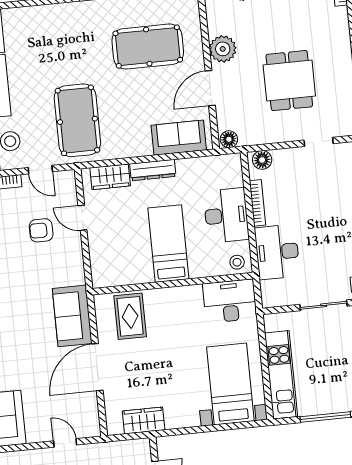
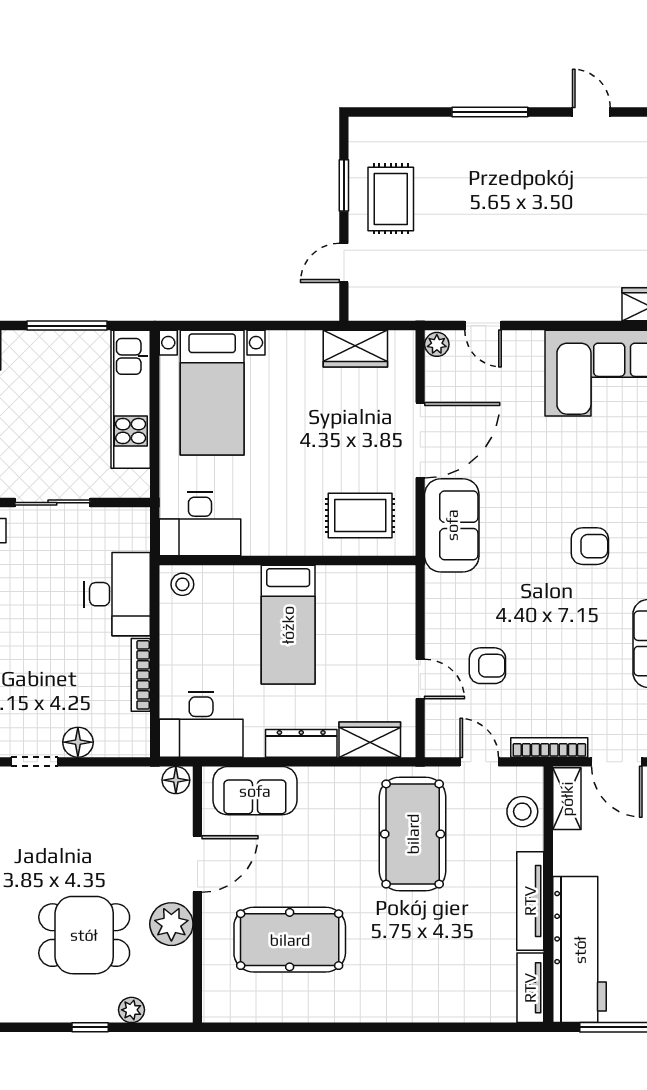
dining table: (289, 81) -> (84, 935), moved, turned 90
floor lamp: (262, 160) -> (78, 742), moved
desk: (226, 215) -> (201, 724), moved, turned -90
rug: (130, 316) -> (360, 516), turned 90
plant: (93, 428) -> (437, 344), added

